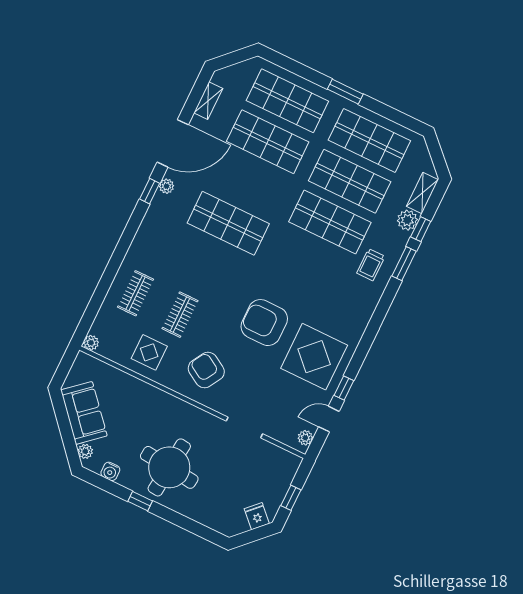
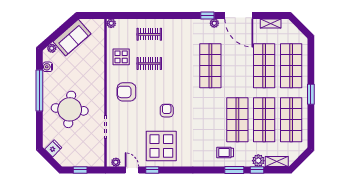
armchair: (264, 323) -> (167, 111), width x0.53, depth x0.53
armchair: (206, 370) -> (126, 92), turned -121
round table: (169, 467) -> (70, 109), moved
window: (140, 501) -> (39, 90), width x3.17
fridge: (257, 516) -> (53, 148), moved

